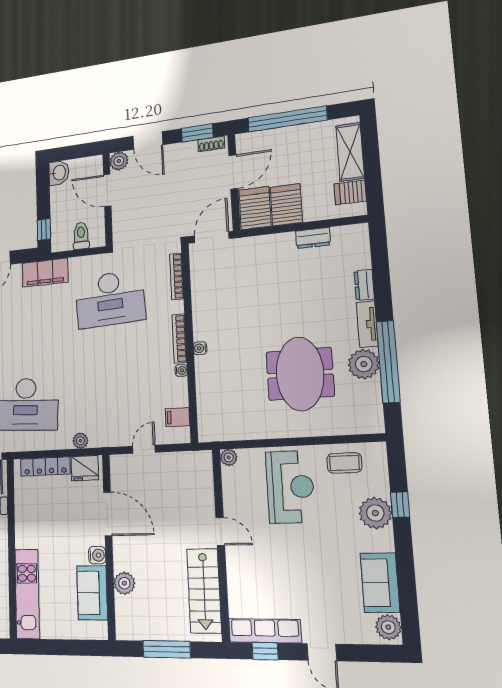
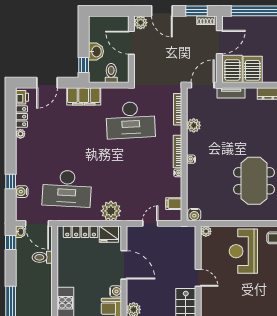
washbasin: (59, 173) -> (96, 51), moved
tv unit: (255, 244) -> (231, 93), added
plant: (202, 298) -> (194, 125), added
water cooler: (209, 432) -> (194, 215), added
plant: (80, 441) -> (111, 211), width x1.88, depth x1.88
reception desk: (290, 487) -> (243, 251), turned 180

